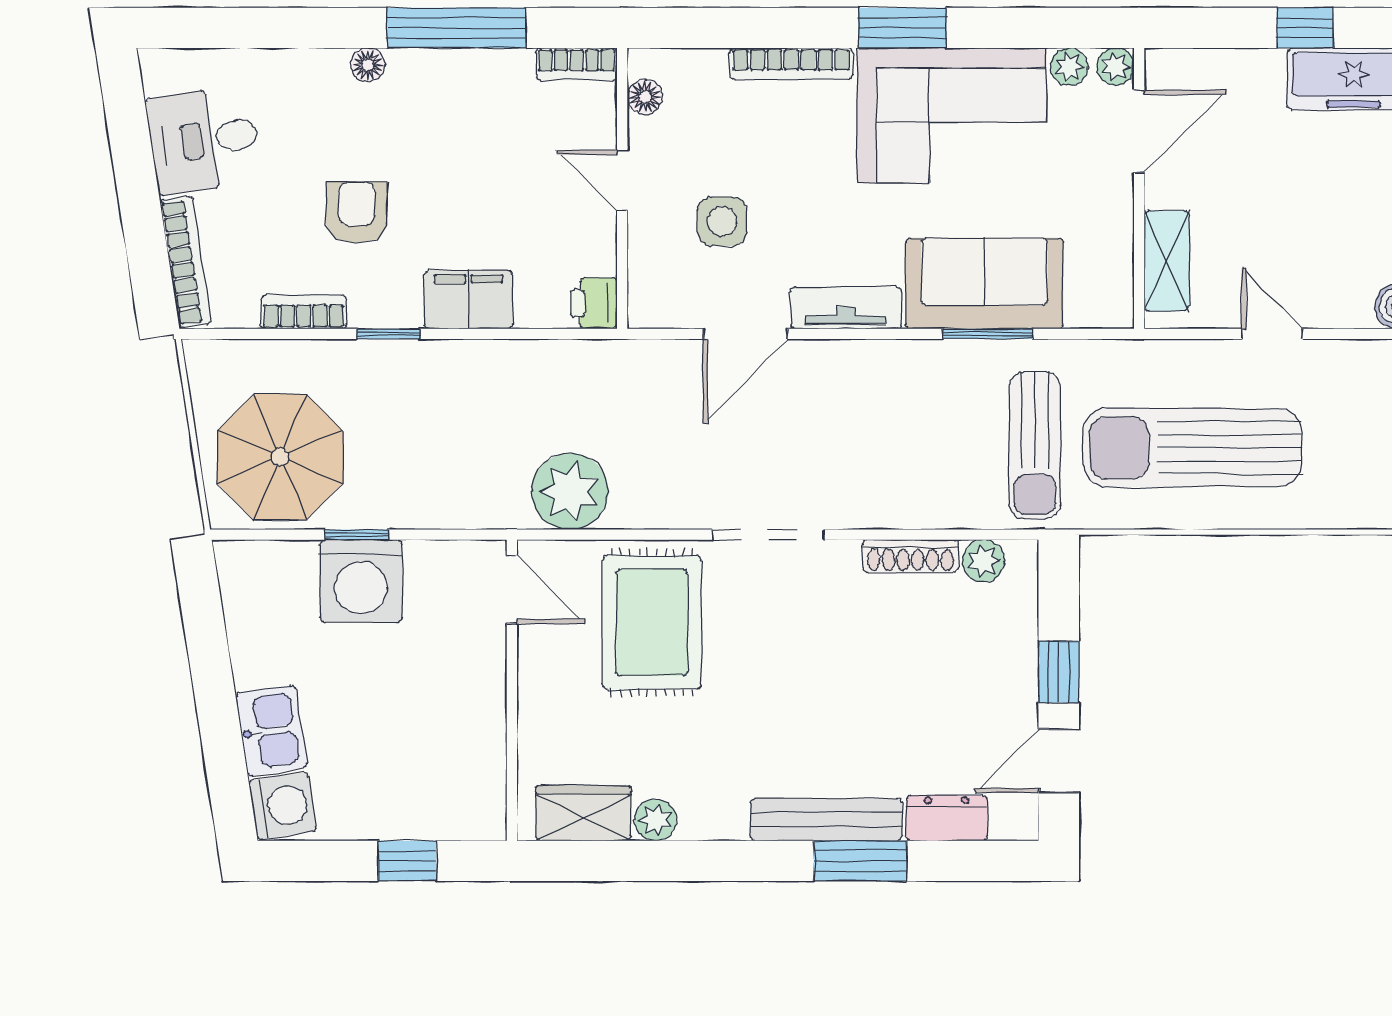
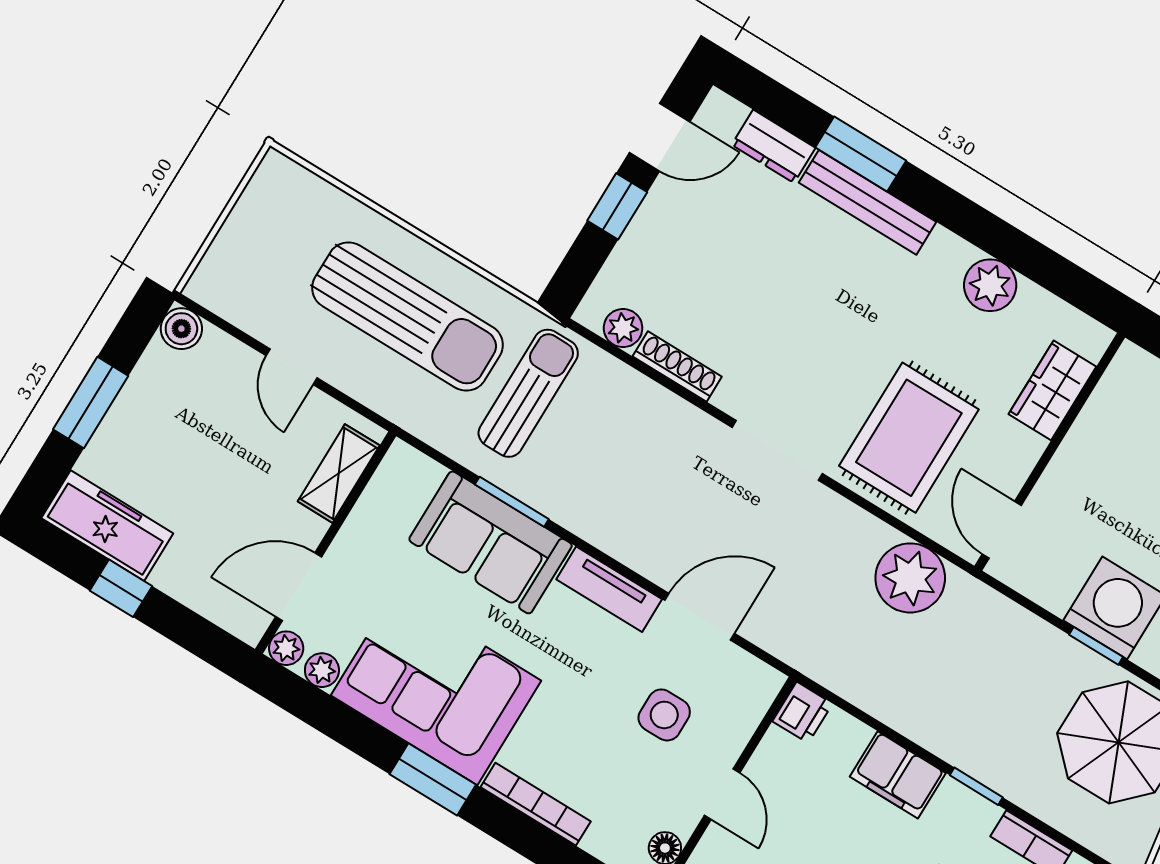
wardrobe: (583, 813) -> (1052, 390), moved, turned 90
plant: (656, 820) -> (990, 285), width x1.38, depth x1.38

